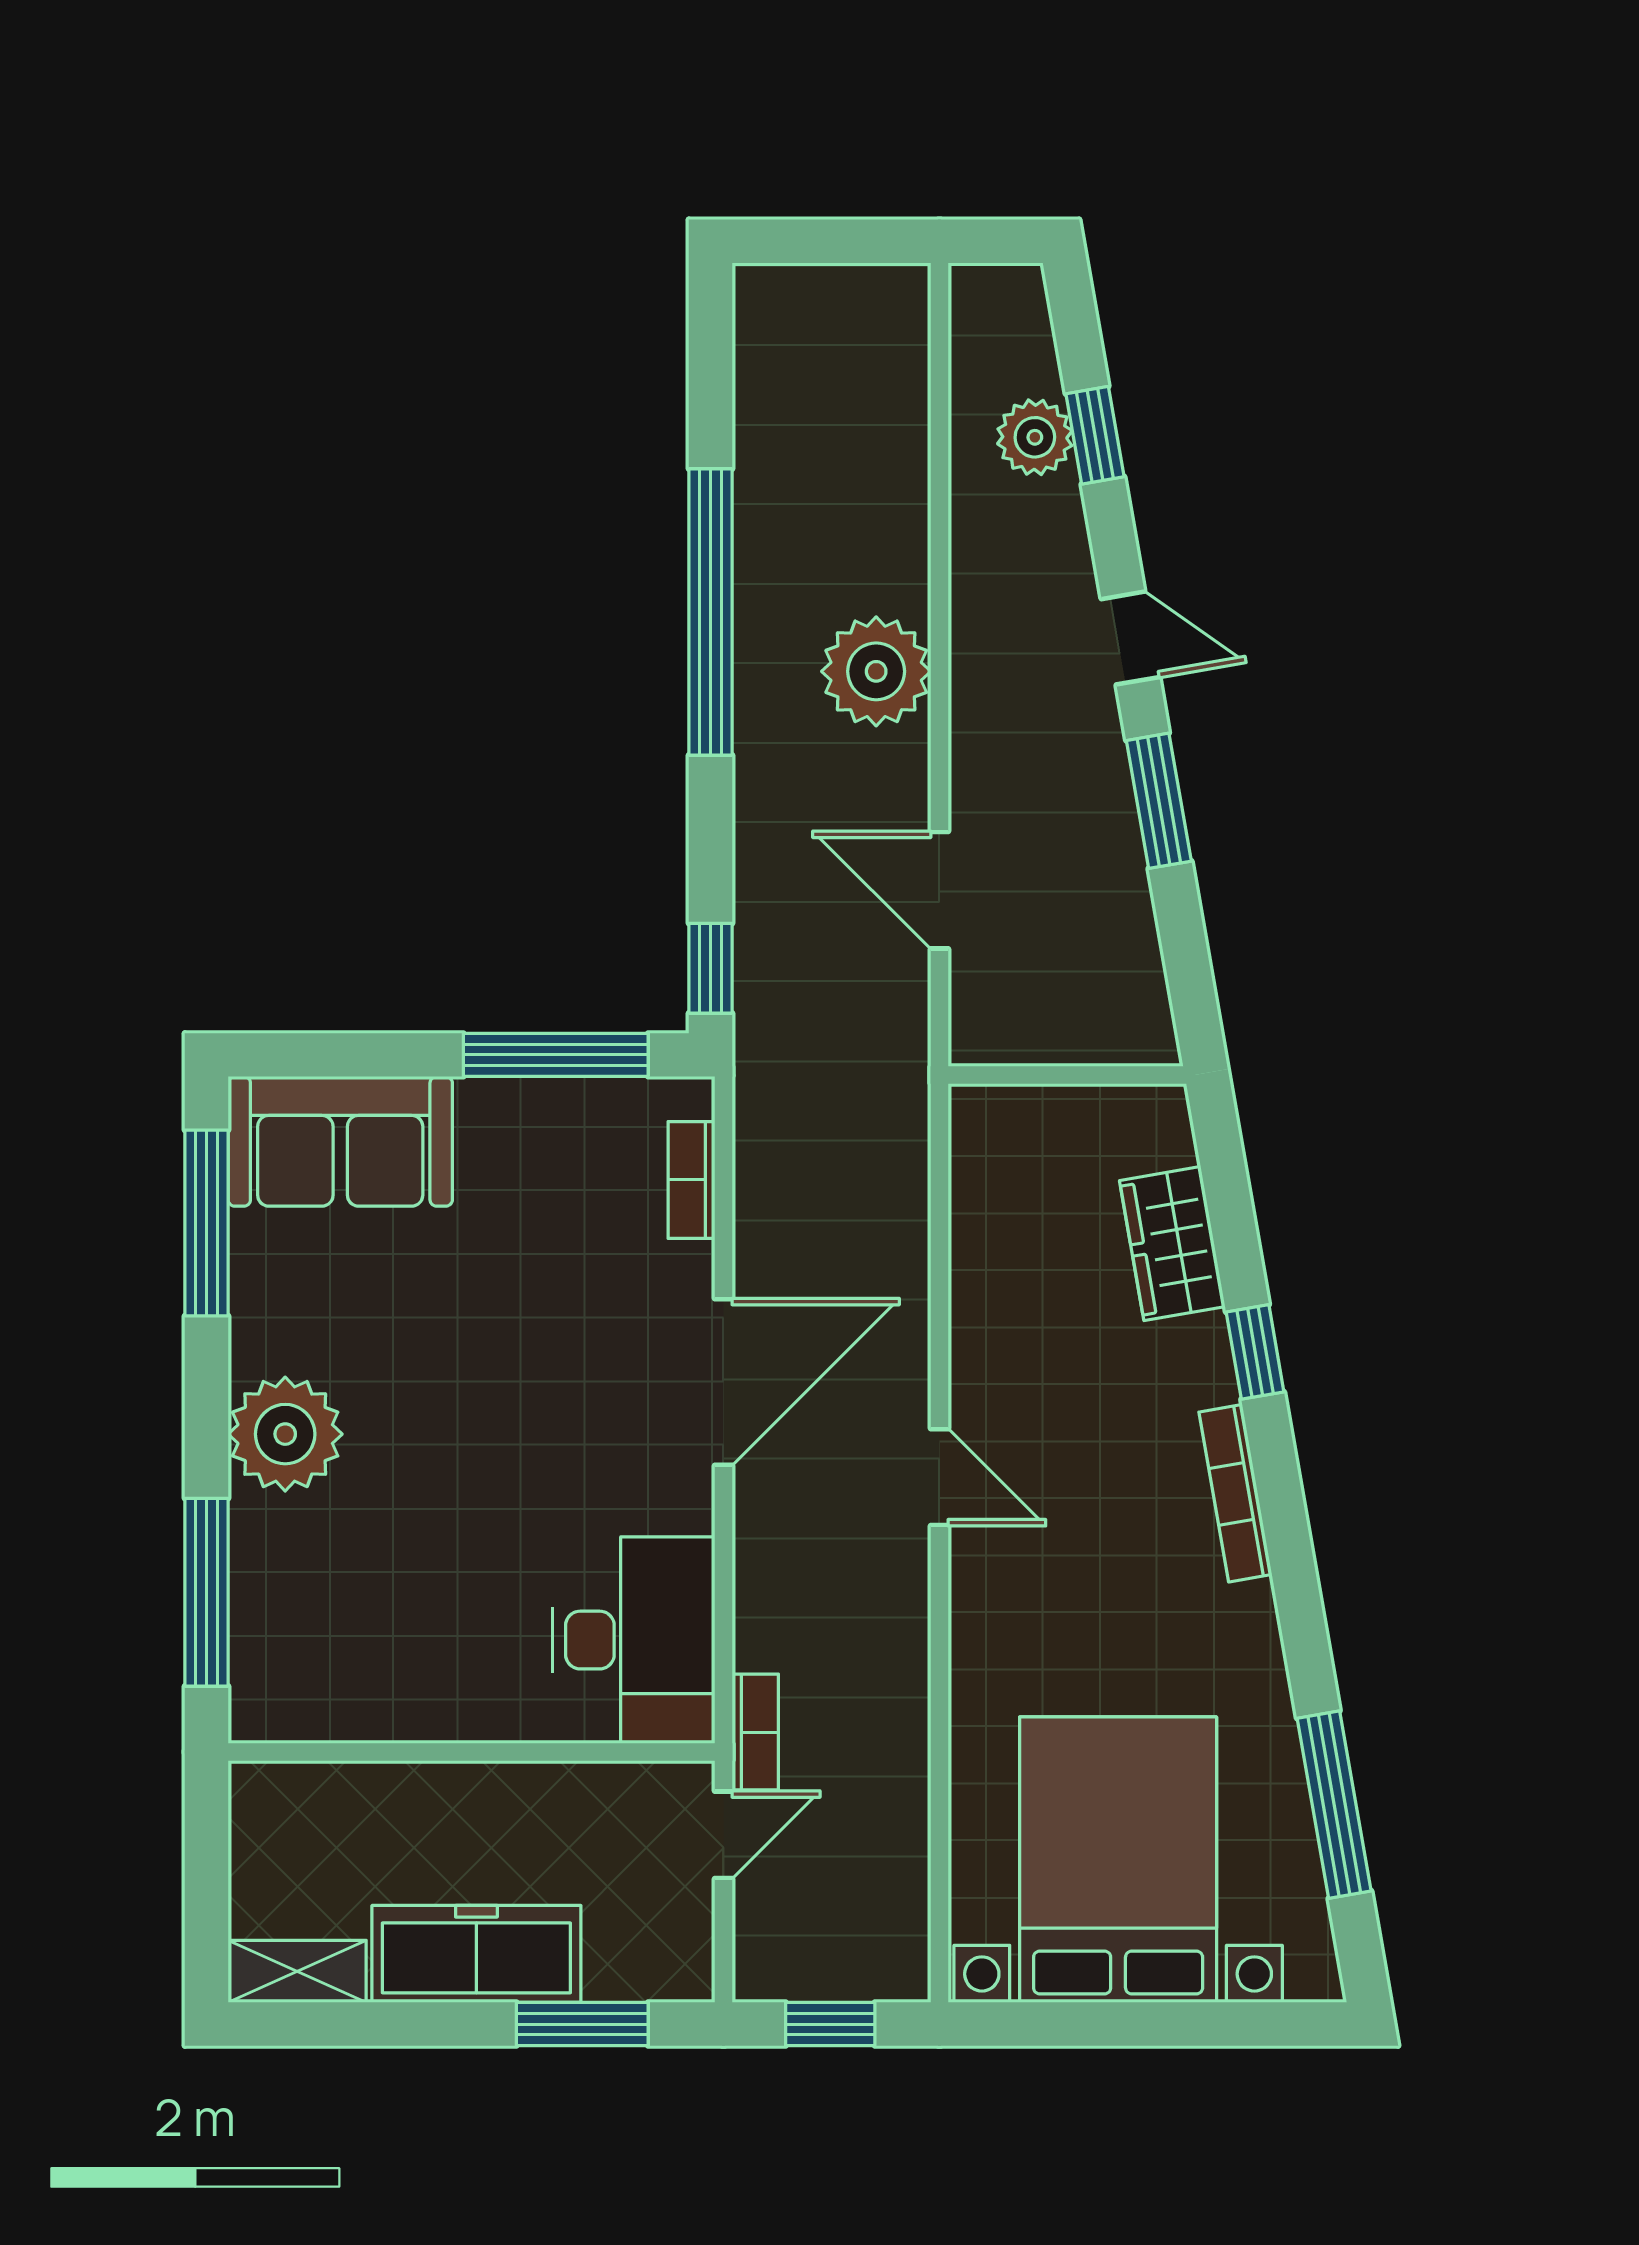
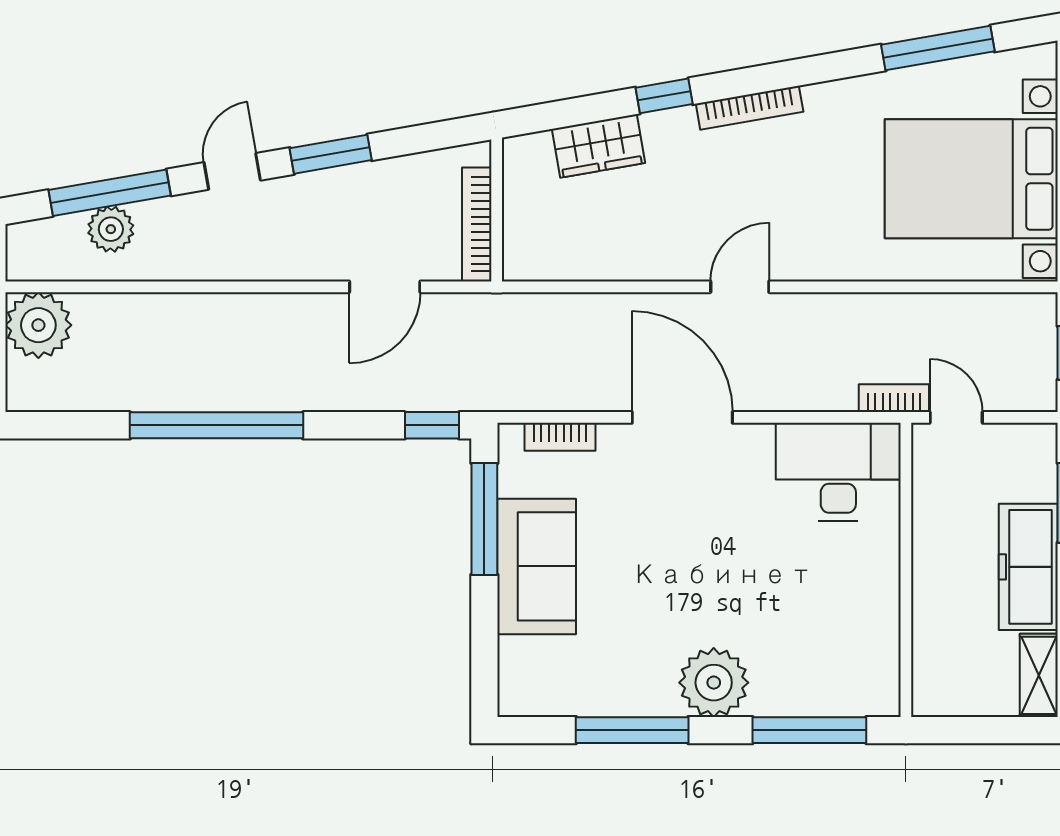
window: (1095, 435) -> (110, 193), width x2.17
plant: (876, 671) -> (38, 325), moved
bookcase: (1043, 1042) -> (477, 224), added
sofa: (340, 1141) -> (537, 566), moved
window: (206, 1223) -> (632, 730), moved

